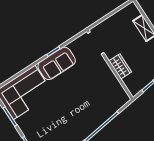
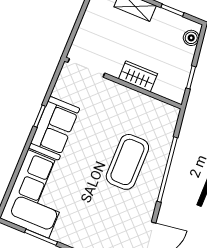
coffee table: (83, 108) -> (127, 162), added

